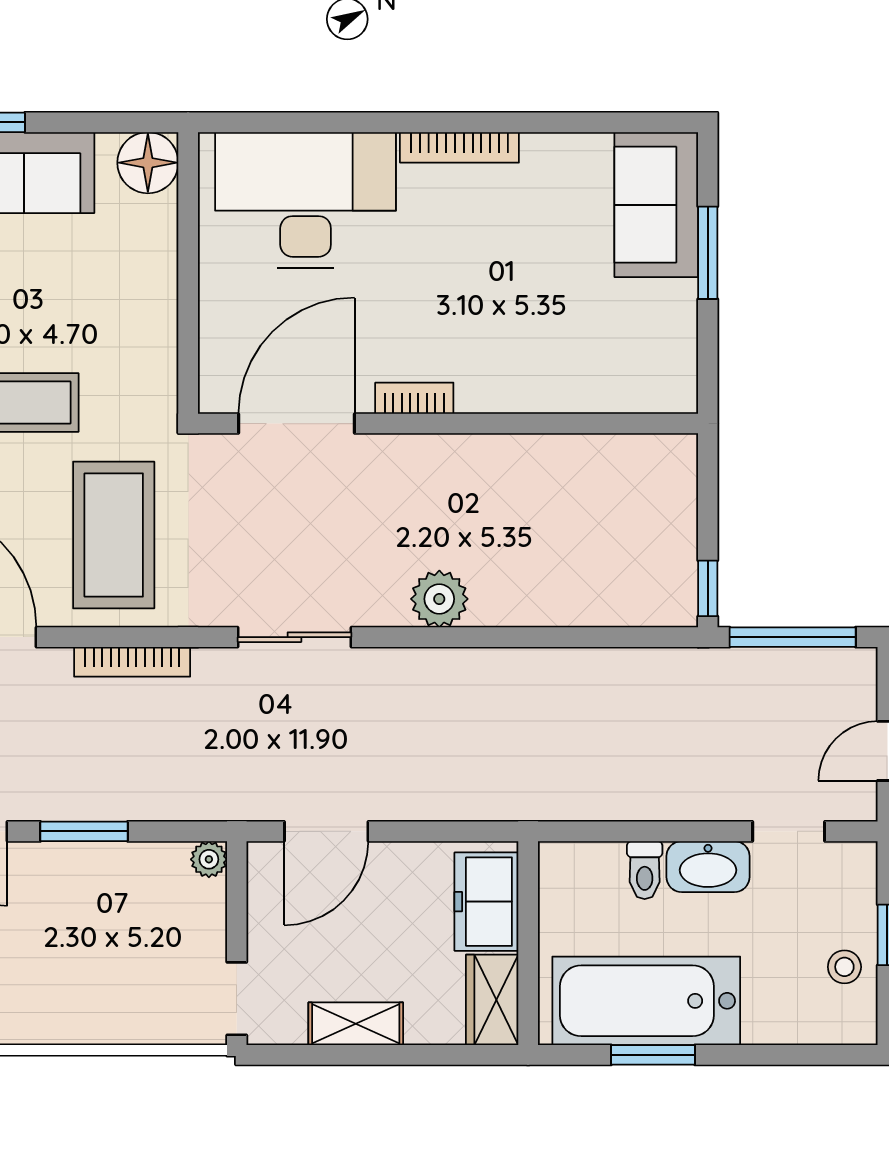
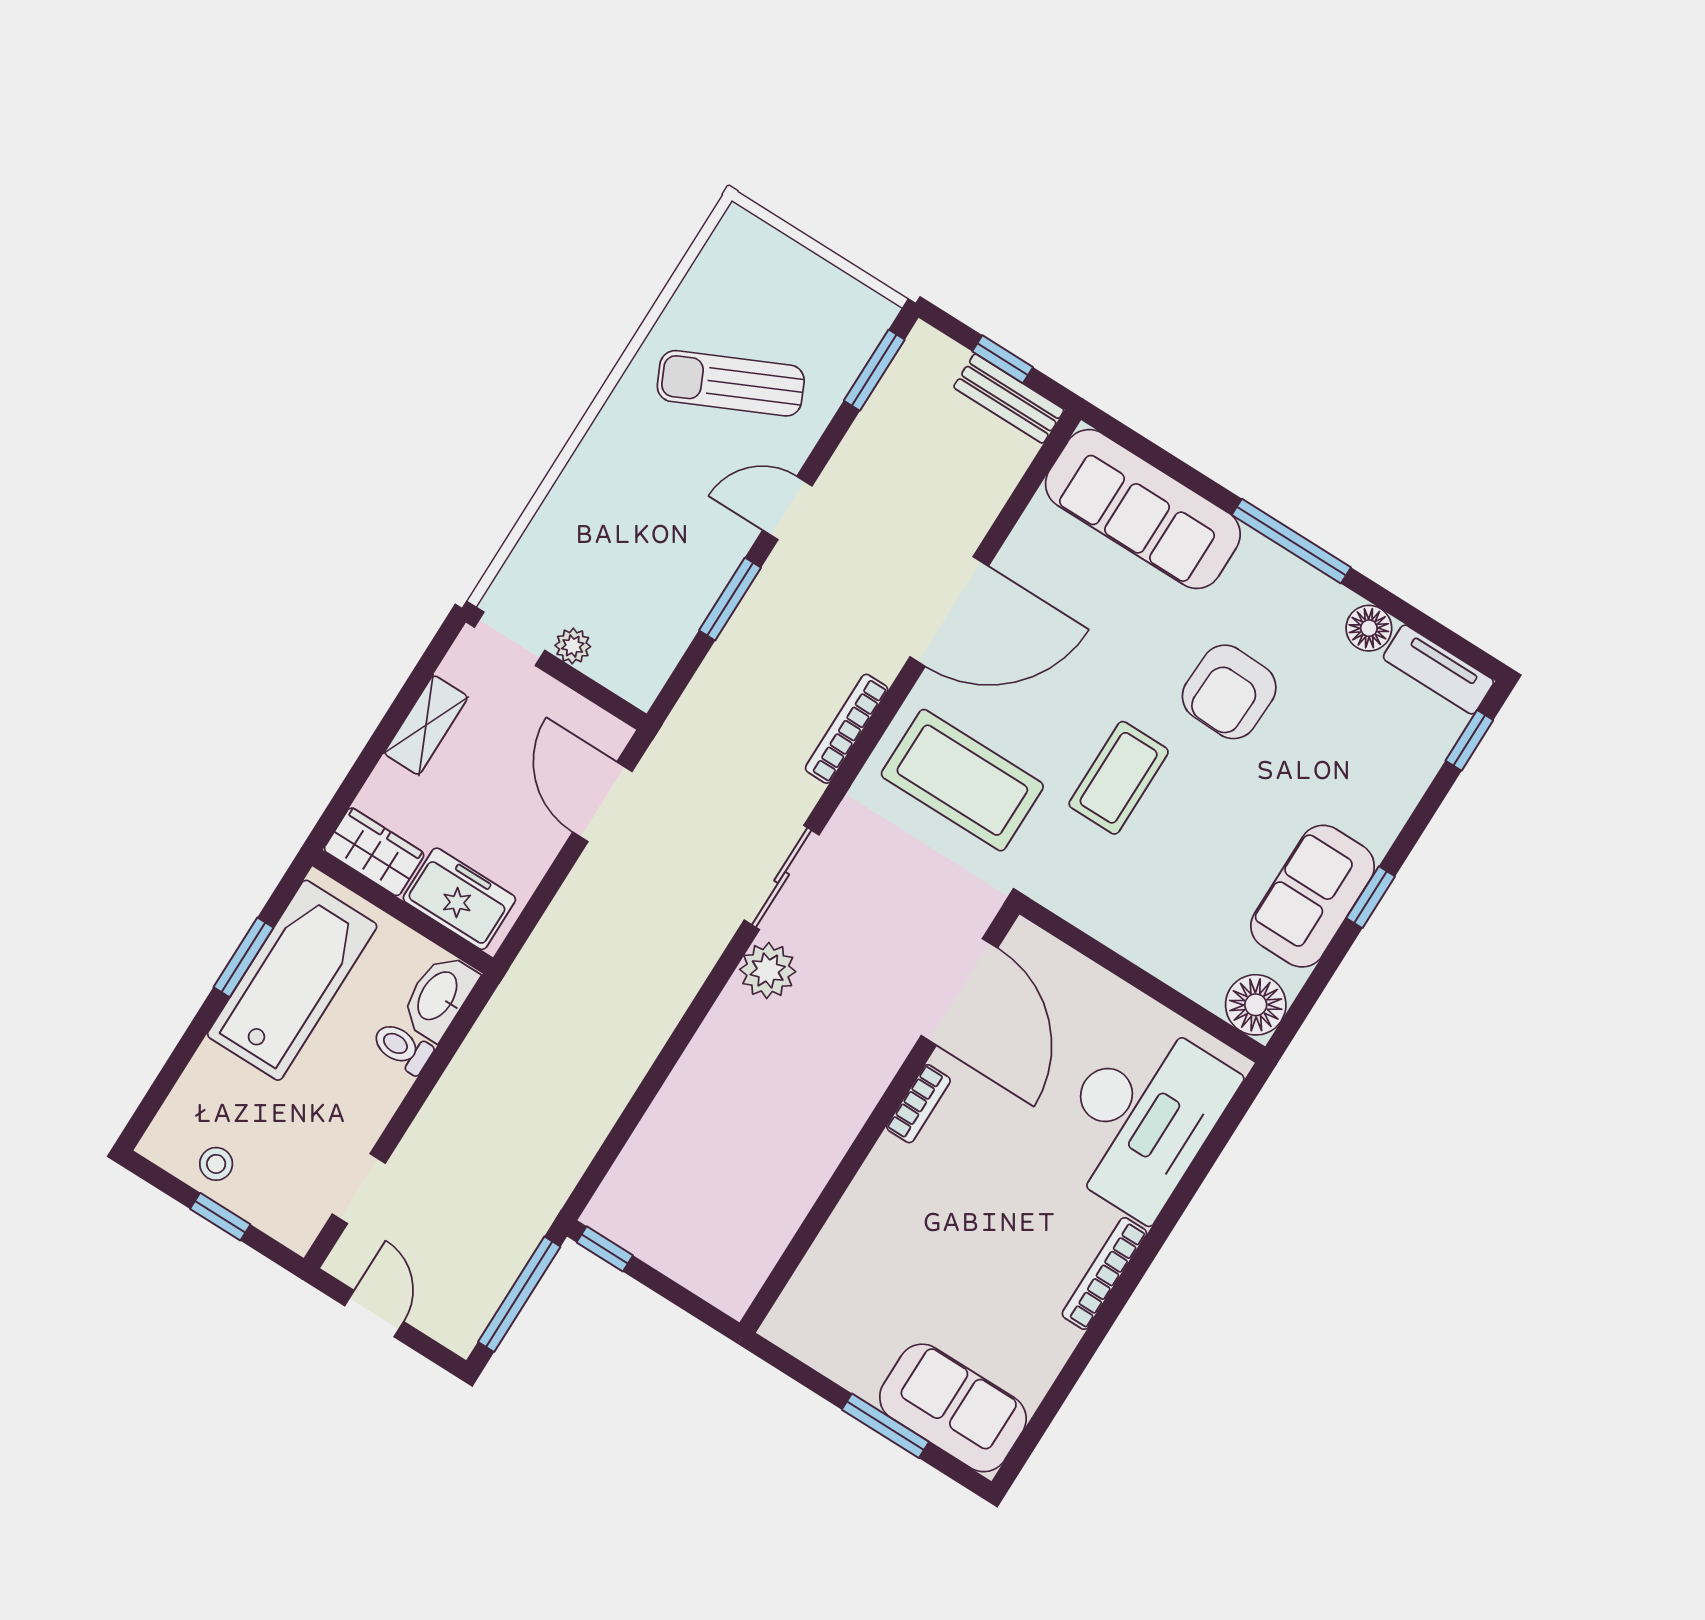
plant: (439, 599) -> (768, 971), moved
plant: (209, 859) -> (573, 646), moved
washbasin: (708, 867) -> (439, 997), moved

